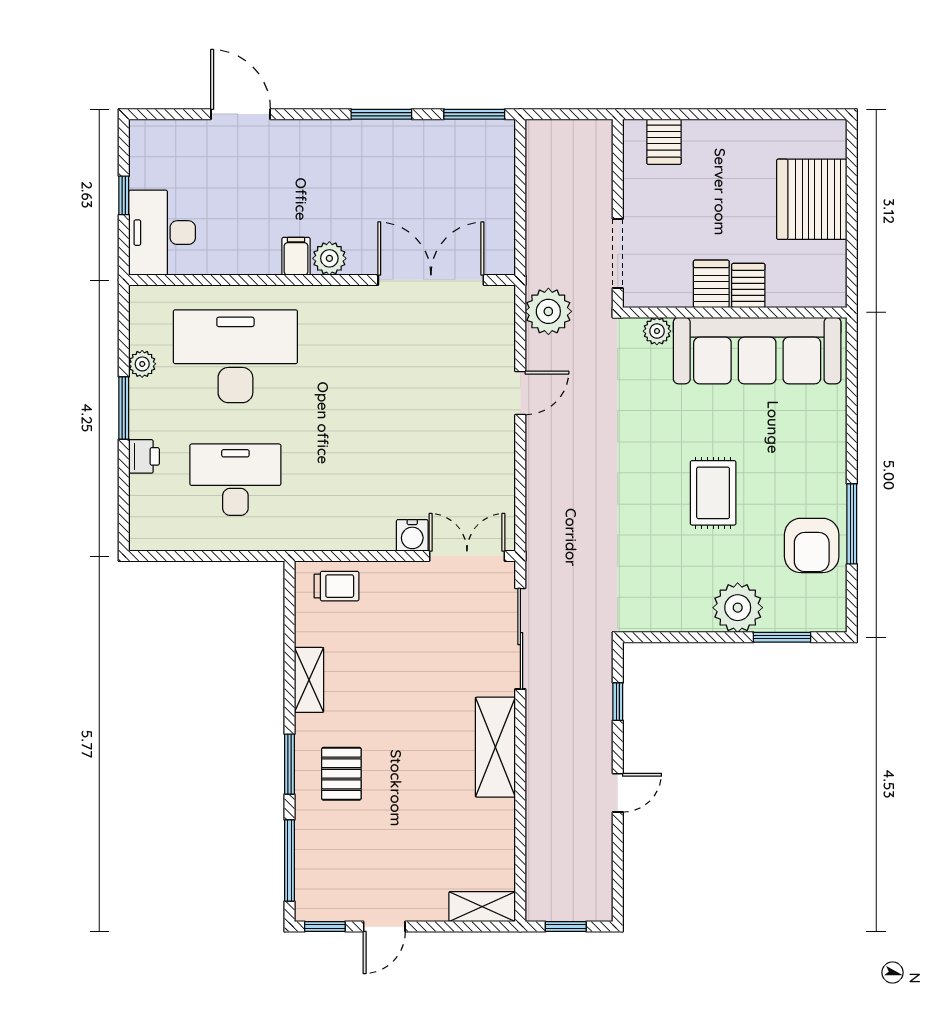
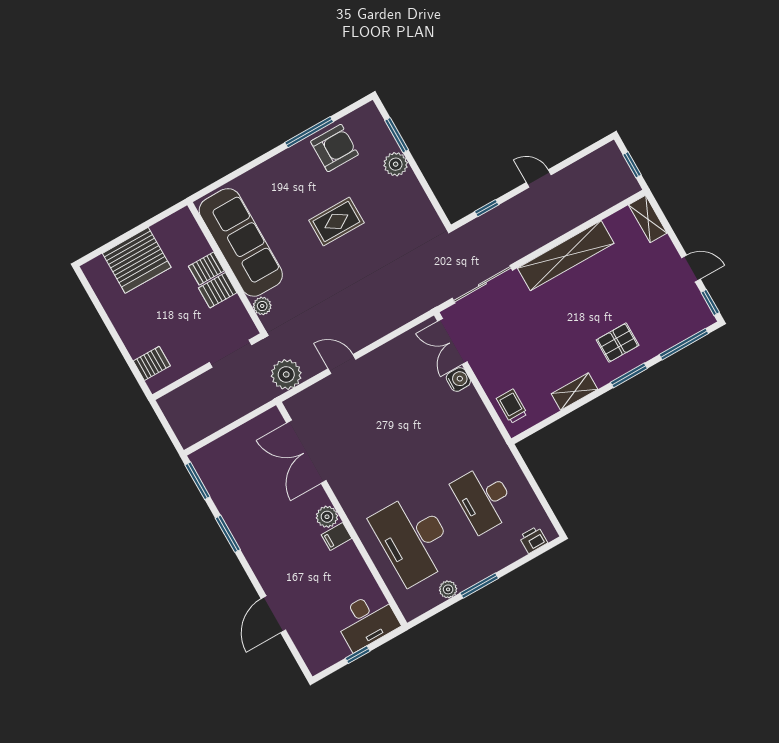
printer: (144, 456) -> (533, 540), moved
plant: (738, 608) -> (396, 164), width x0.73, depth x0.73
shelving: (495, 747) -> (566, 256), width x1.47

